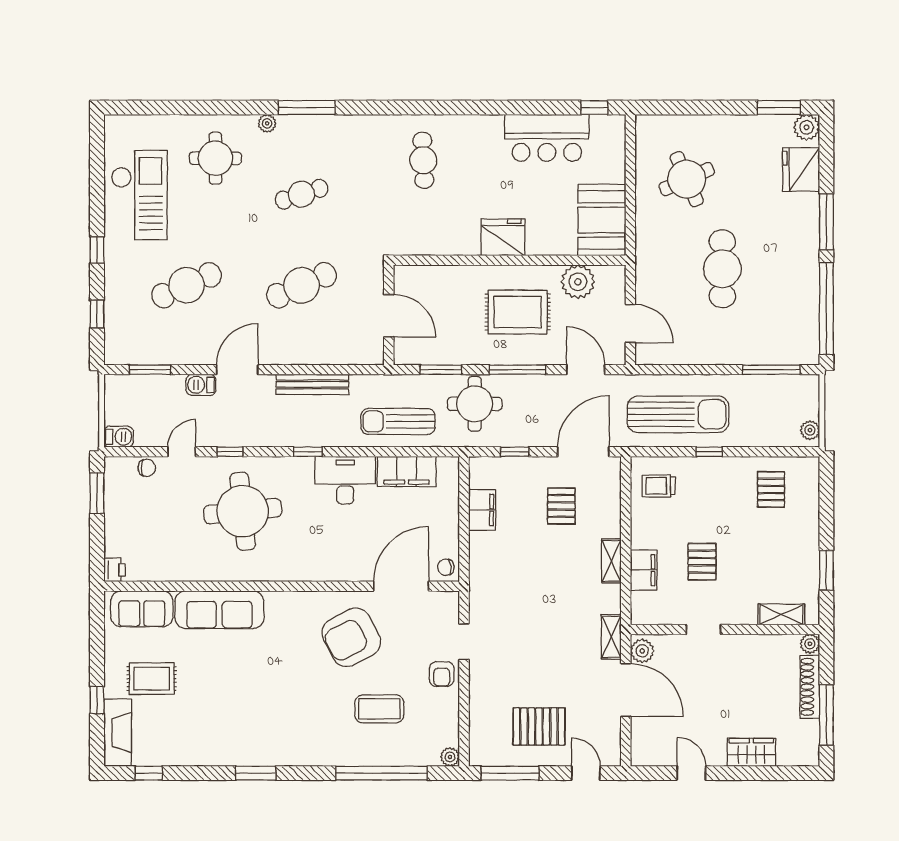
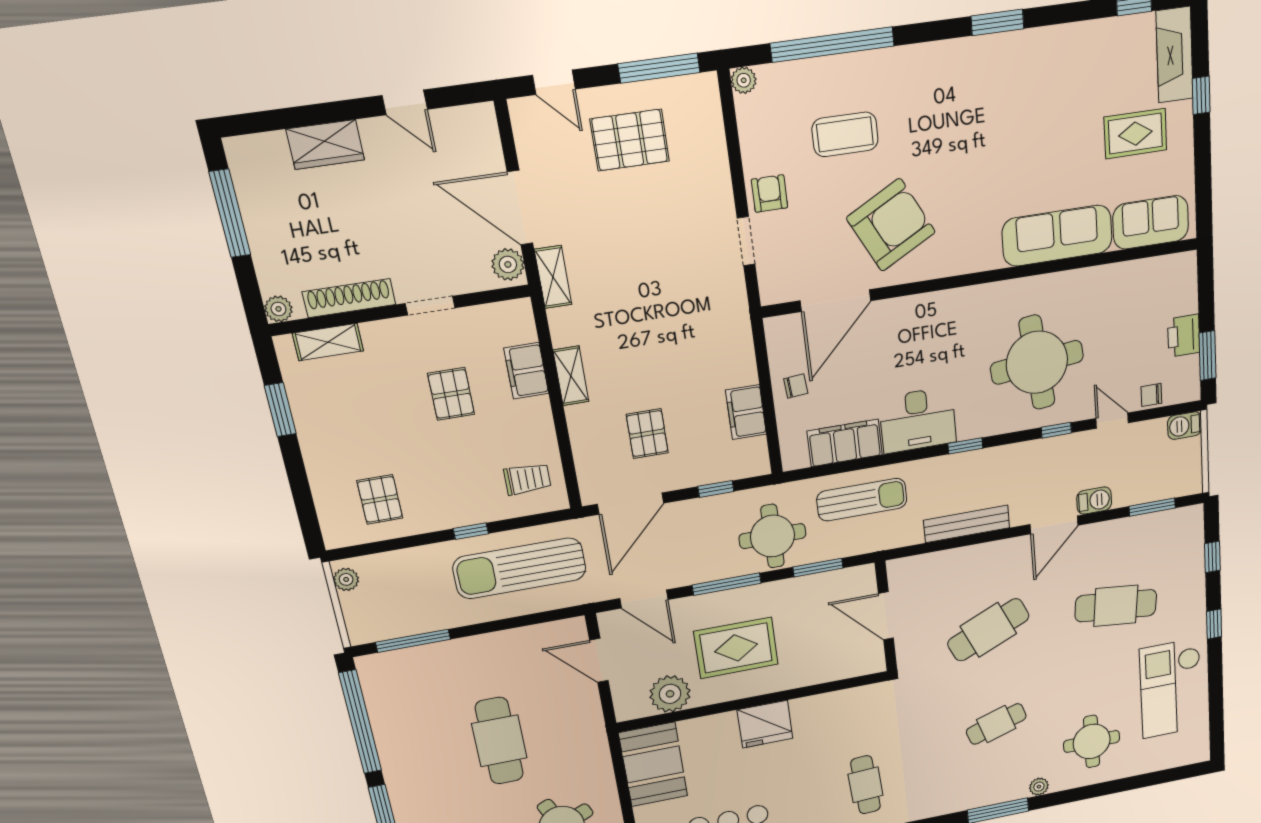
cafe table: (187, 285) -> (1116, 606), turned 30
door: (182, 452) -> (1112, 421), swing flipped
chair: (446, 567) -> (796, 386), moved
printer: (115, 570) -> (1184, 336), moved, width x1.36, depth x1.24
shoe rack: (810, 687) -> (349, 298), moved, turned -90

